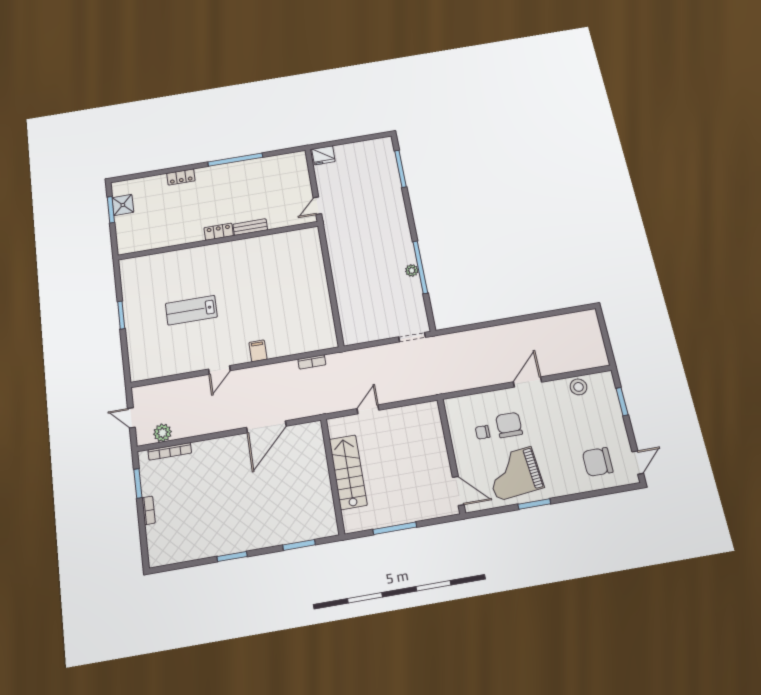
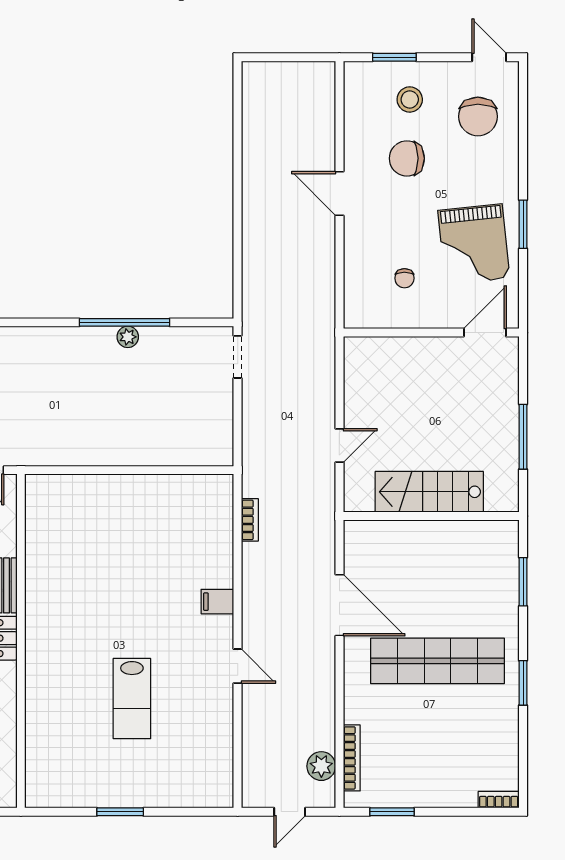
stool: (578, 387) -> (410, 99), moved
door: (368, 409) -> (339, 446), swing flipped
chair: (509, 425) -> (407, 158), moved
shop shelf: (239, 496) -> (438, 661), added
bookcase: (148, 510) -> (499, 800), moved

